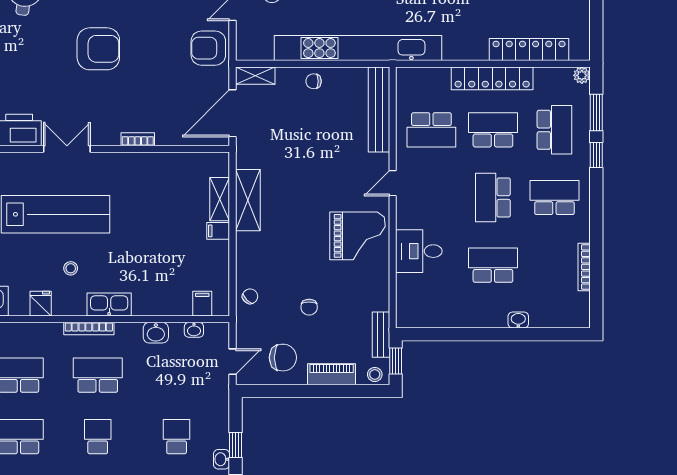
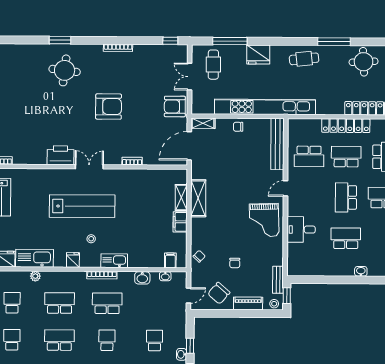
filing cabinet: (218, 231) -> (180, 222), width x2.00
grand piano: (358, 236) -> (264, 220), turned 88
chair: (283, 358) -> (219, 293), turned 131

